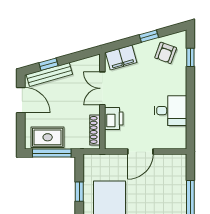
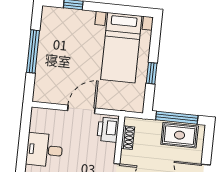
printer: (114, 118) -> (108, 130), moved
shoe rack: (95, 130) -> (128, 138), width x0.70

